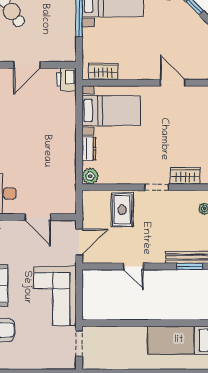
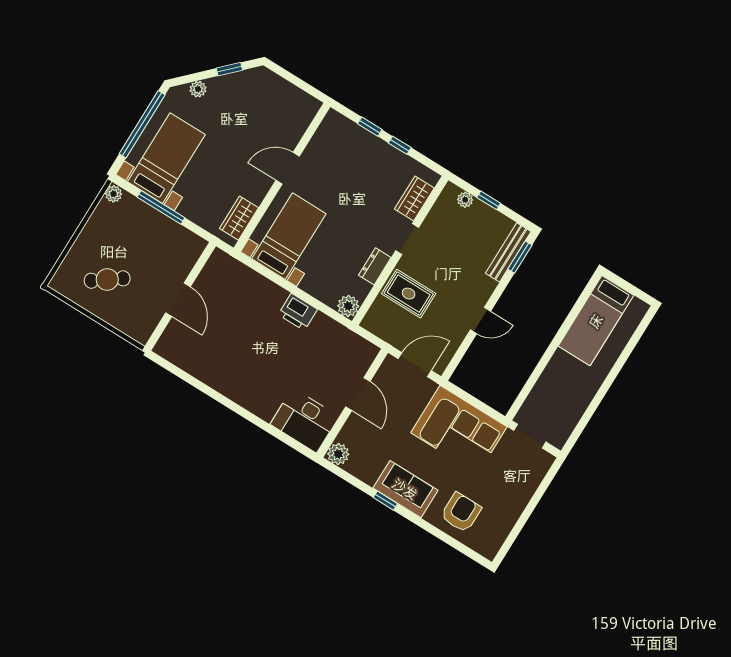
printer: (66, 79) -> (298, 312), moved
door: (173, 83) -> (288, 168), moved
dresser: (89, 149) -> (375, 266), moved, turned -90
door: (38, 217) -> (358, 394), hinge flipped
door: (79, 242) -> (415, 365), hinge flipped

